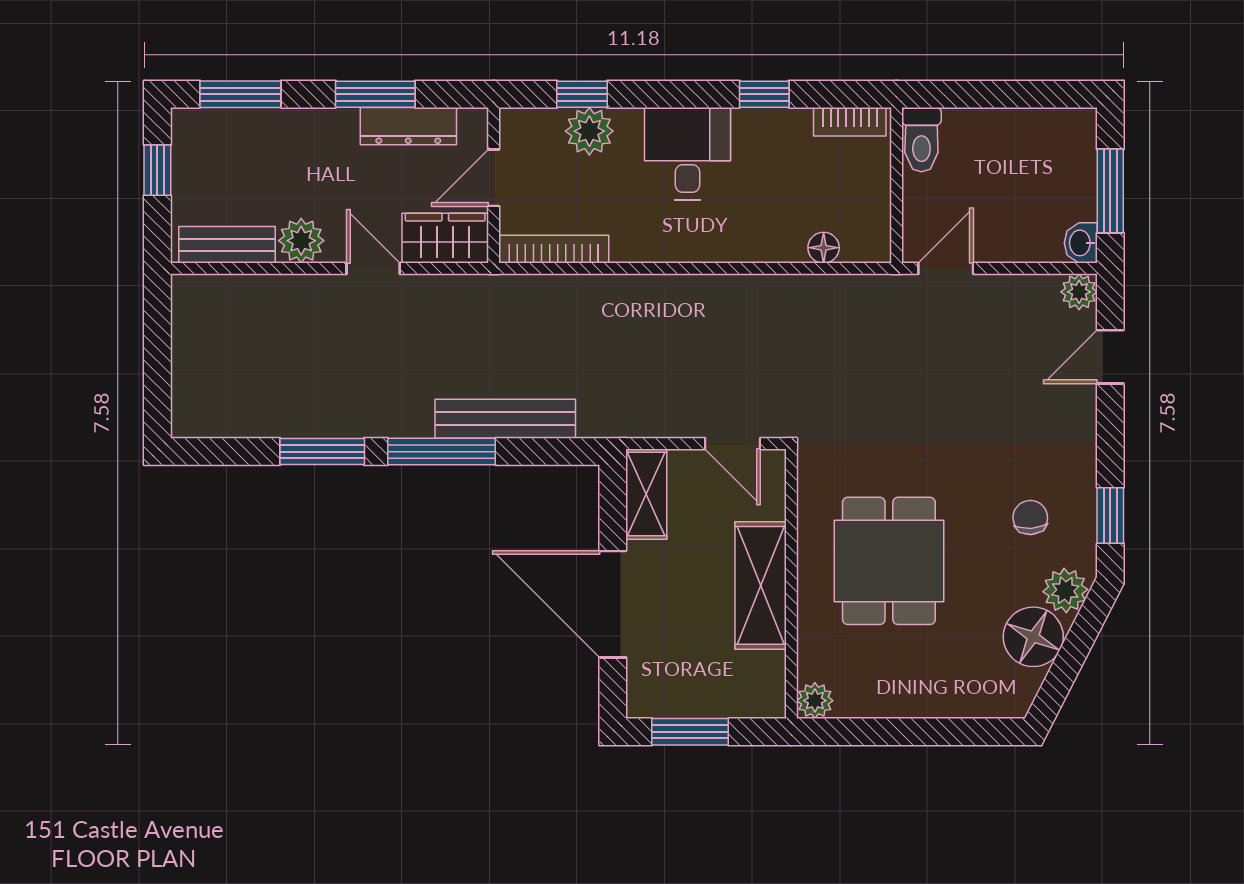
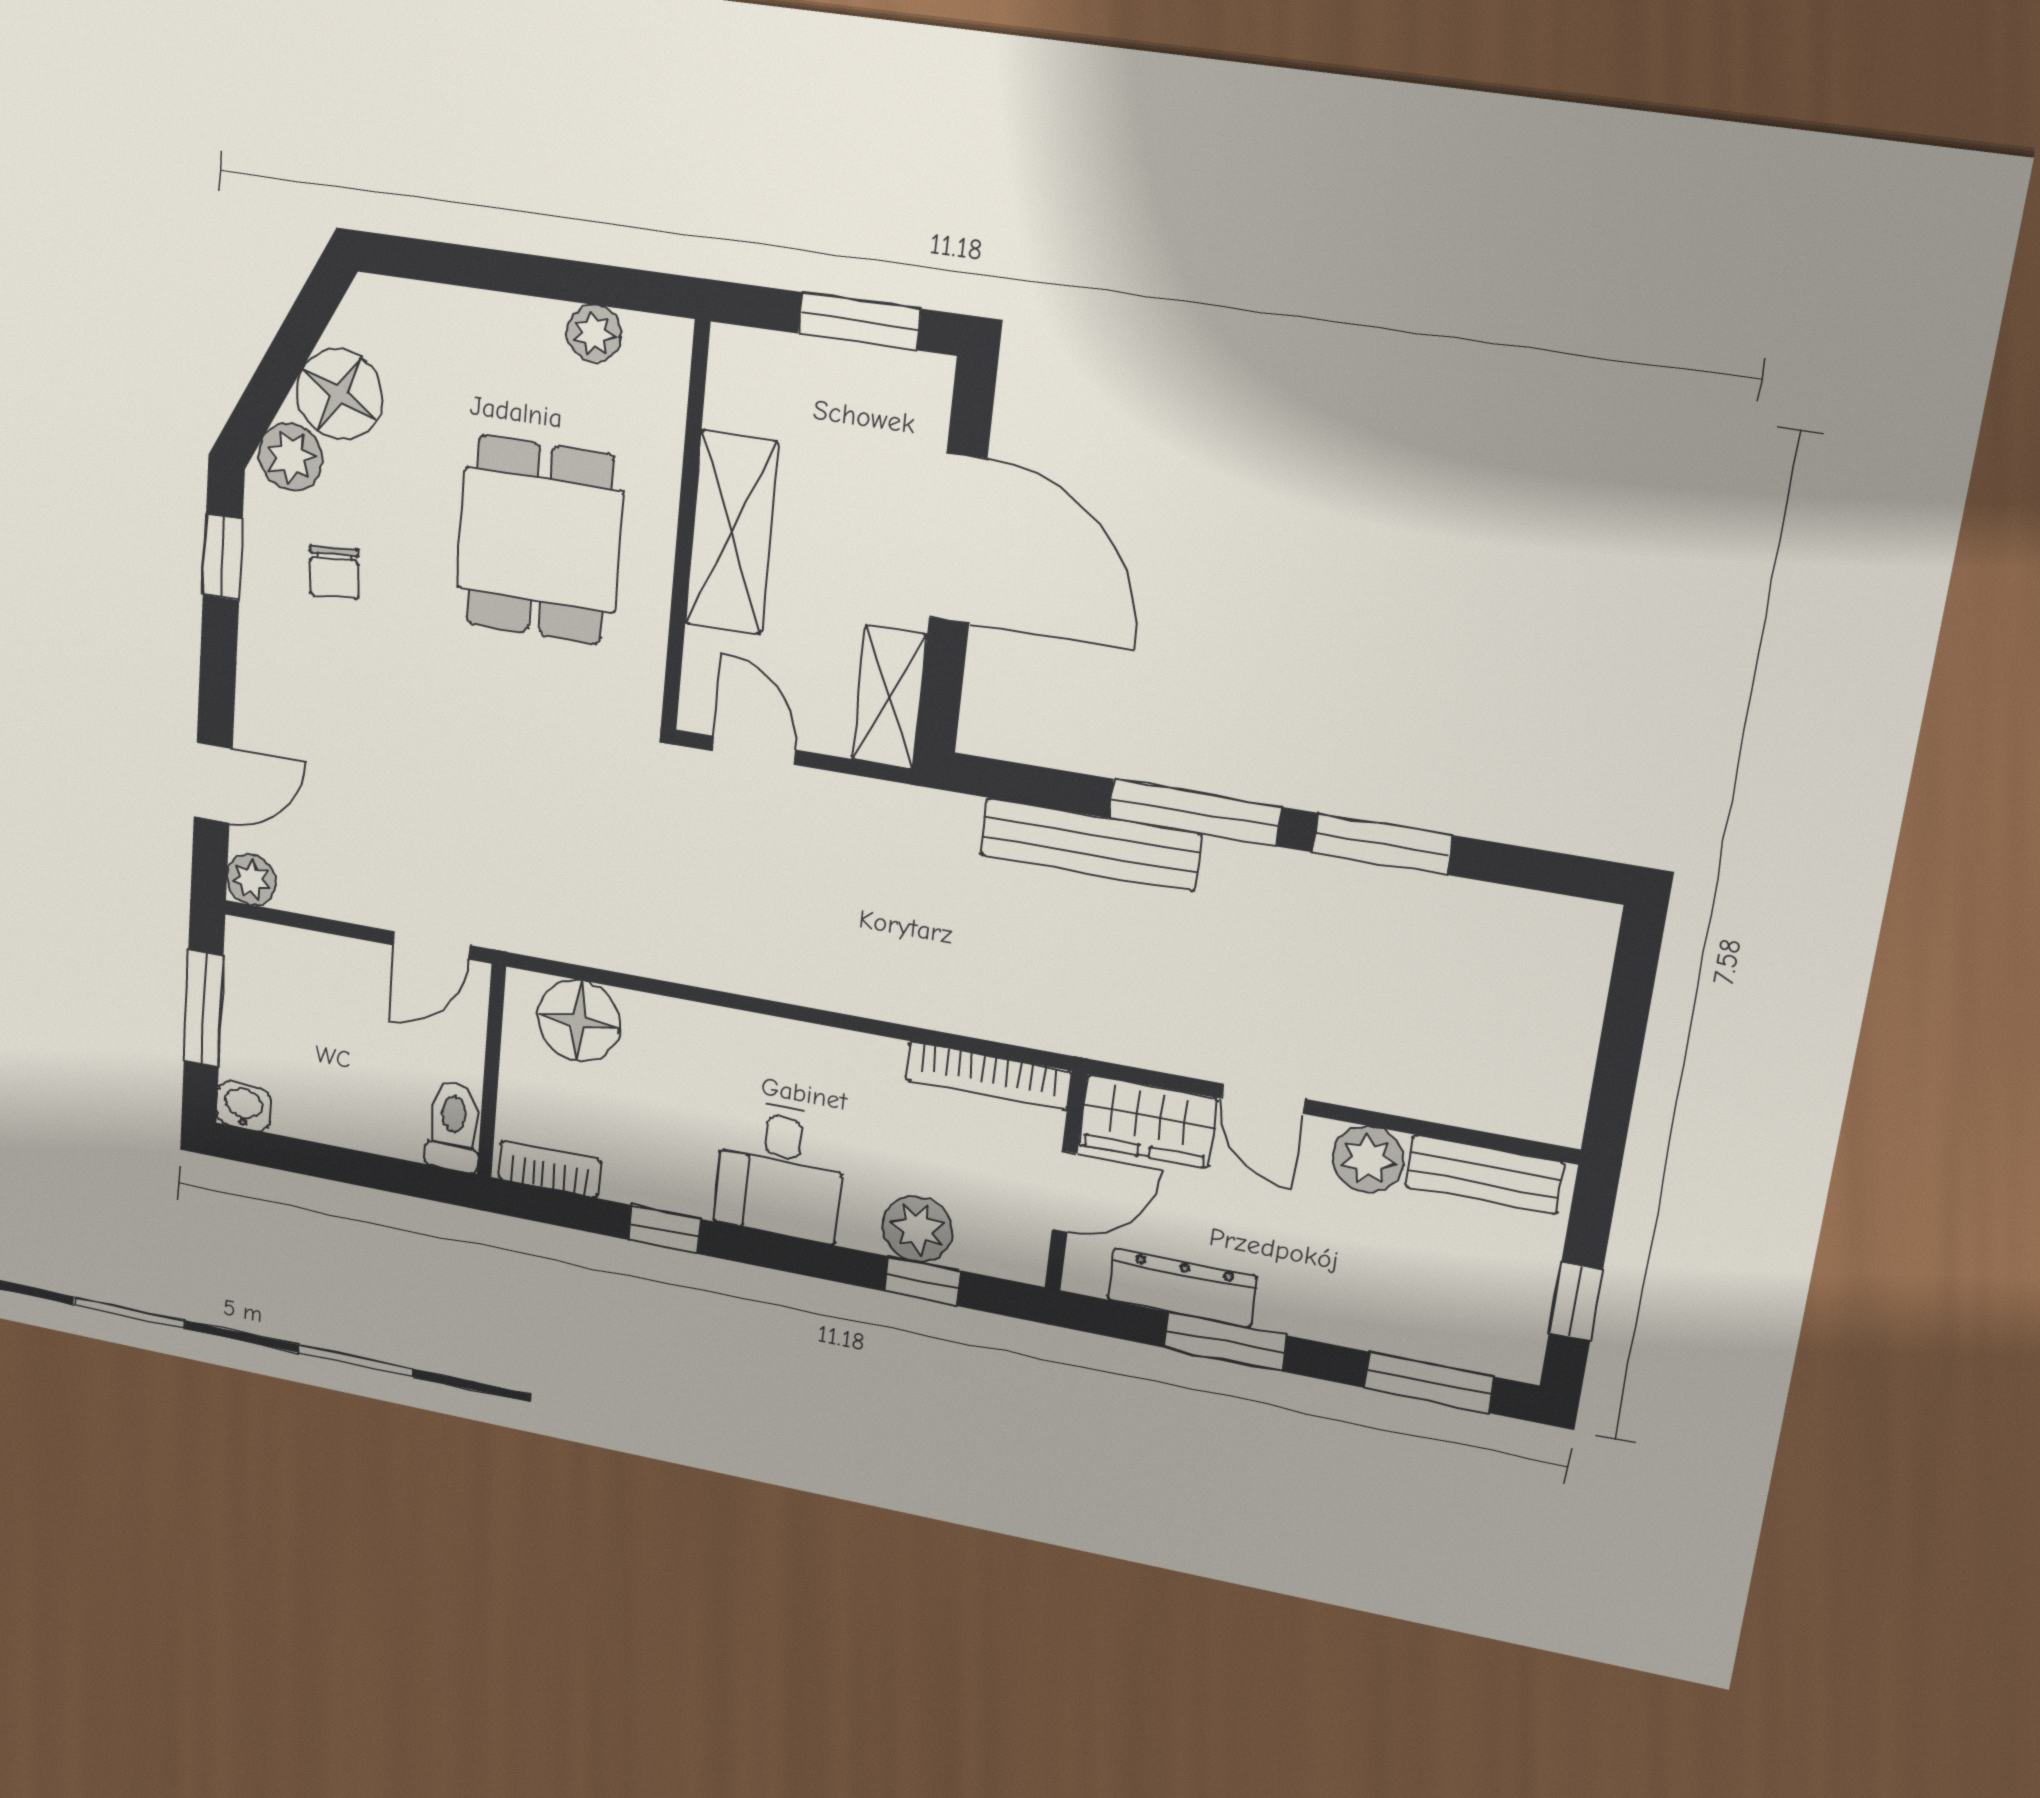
washbasin: (1081, 243) -> (244, 1106), moved, turned -90
floor lamp: (824, 248) -> (579, 1021), width x1.89, depth x1.89
plant: (815, 701) -> (594, 333), moved

